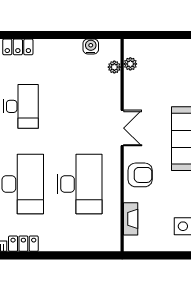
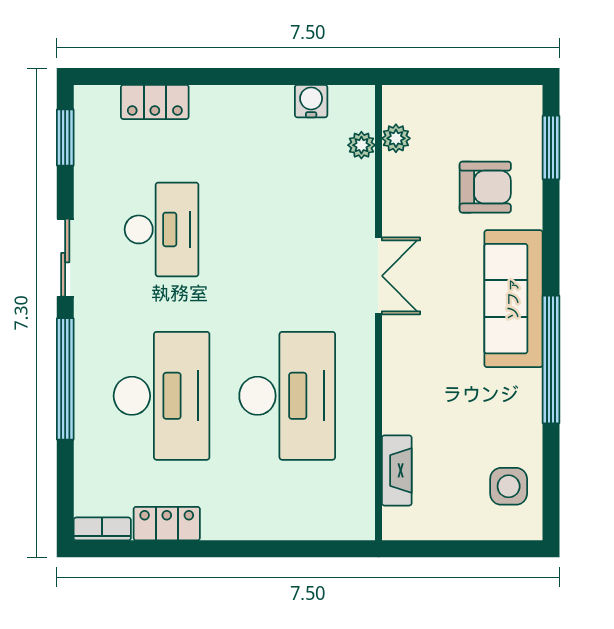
armchair: (140, 175) -> (485, 187), moved

